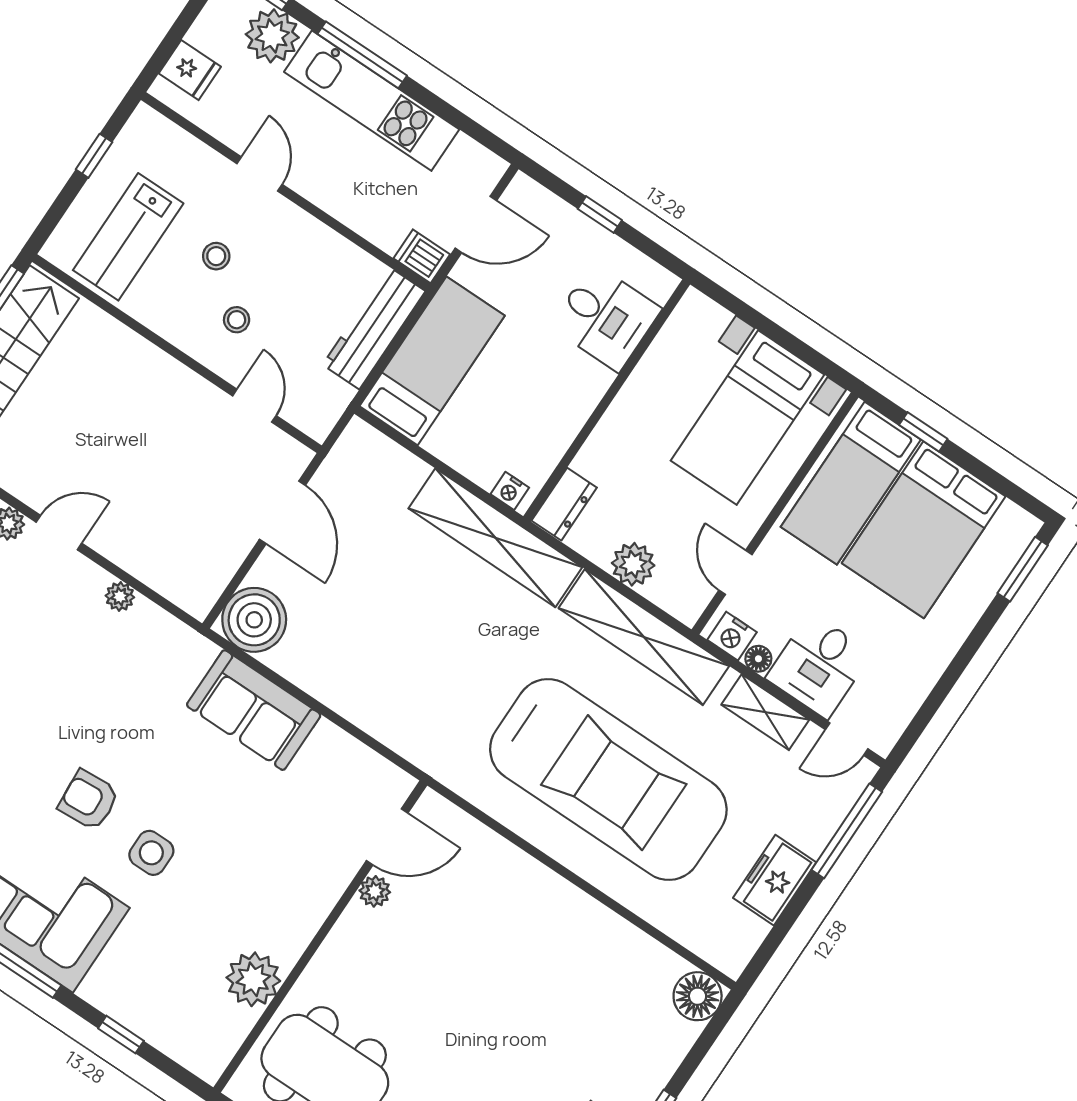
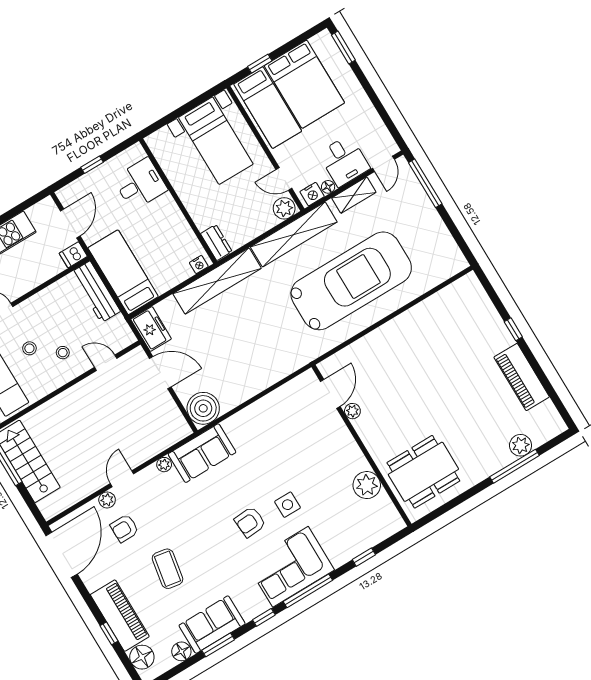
plant: (633, 564) -> (284, 208), moved
sofa: (254, 710) -> (202, 453), moved
freezer: (775, 880) -> (151, 329), moved, turned 180
floor lamp: (698, 996) -> (469, 286), removed

